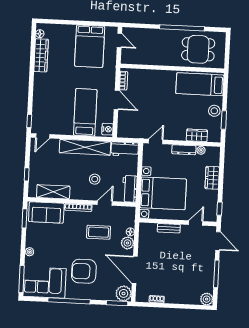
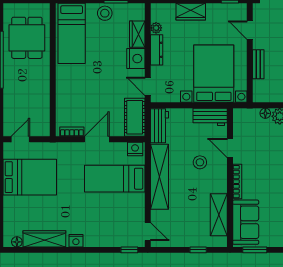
nightstand: (38, 80) -> (76, 241), added
cot: (132, 130) -> (135, 117), added
nightstand: (178, 133) -> (136, 59), added
coffee table: (99, 232) -> (268, 154), removed

